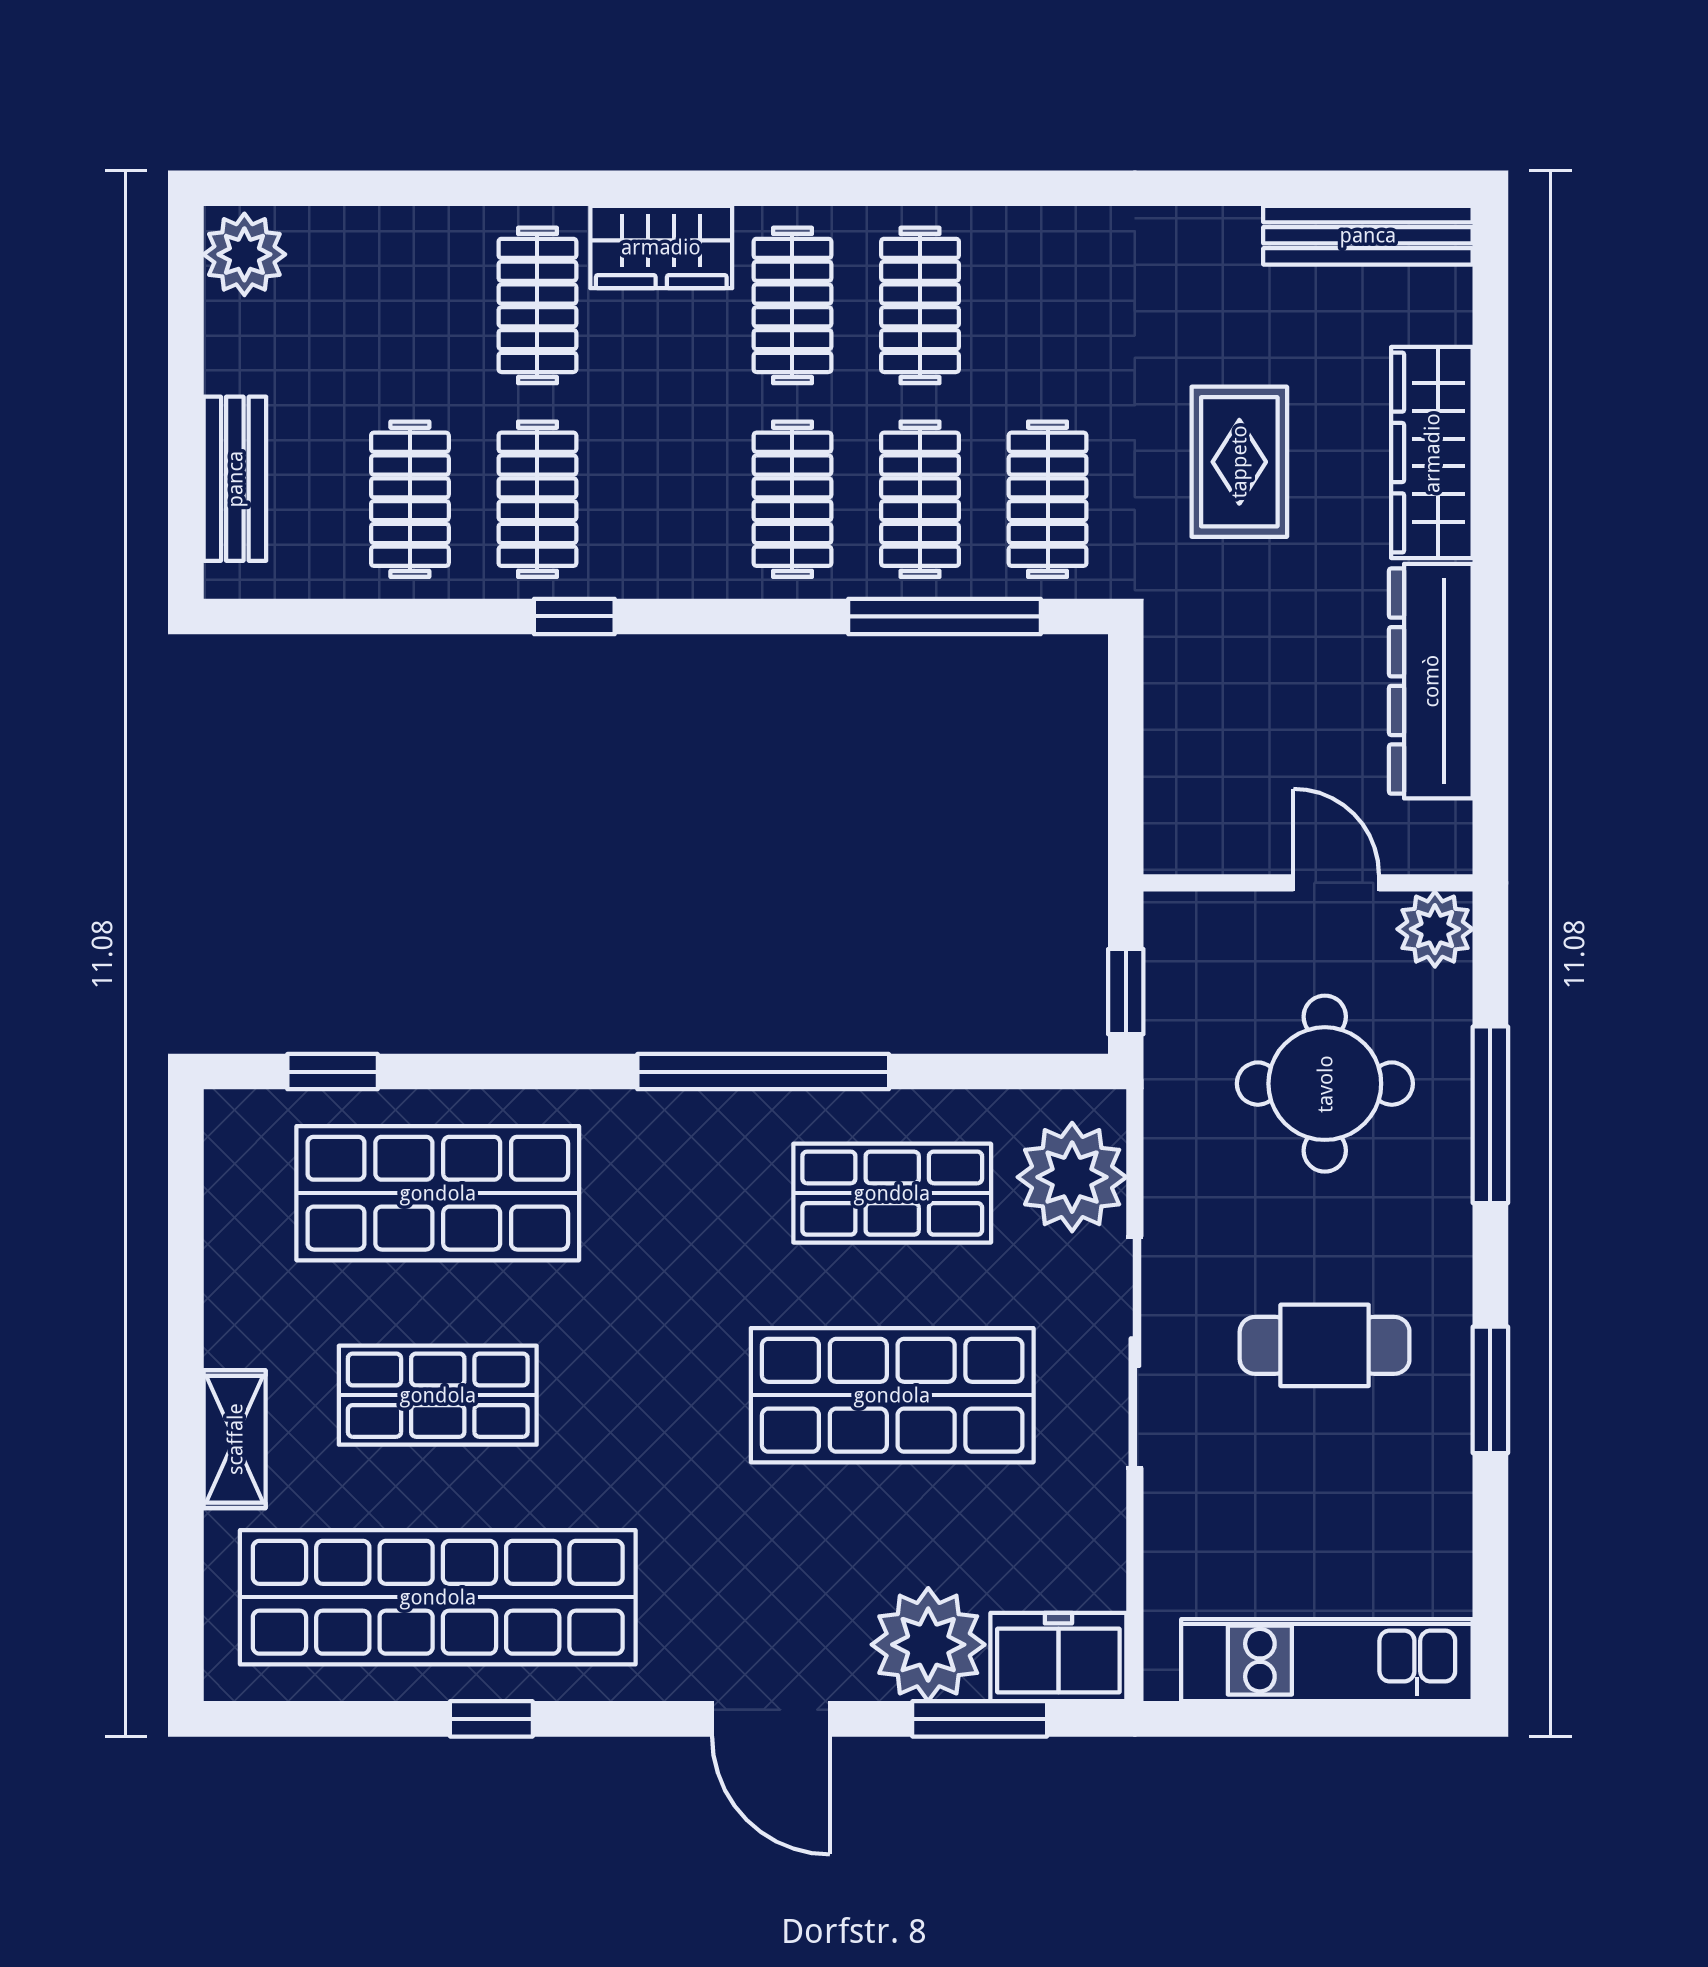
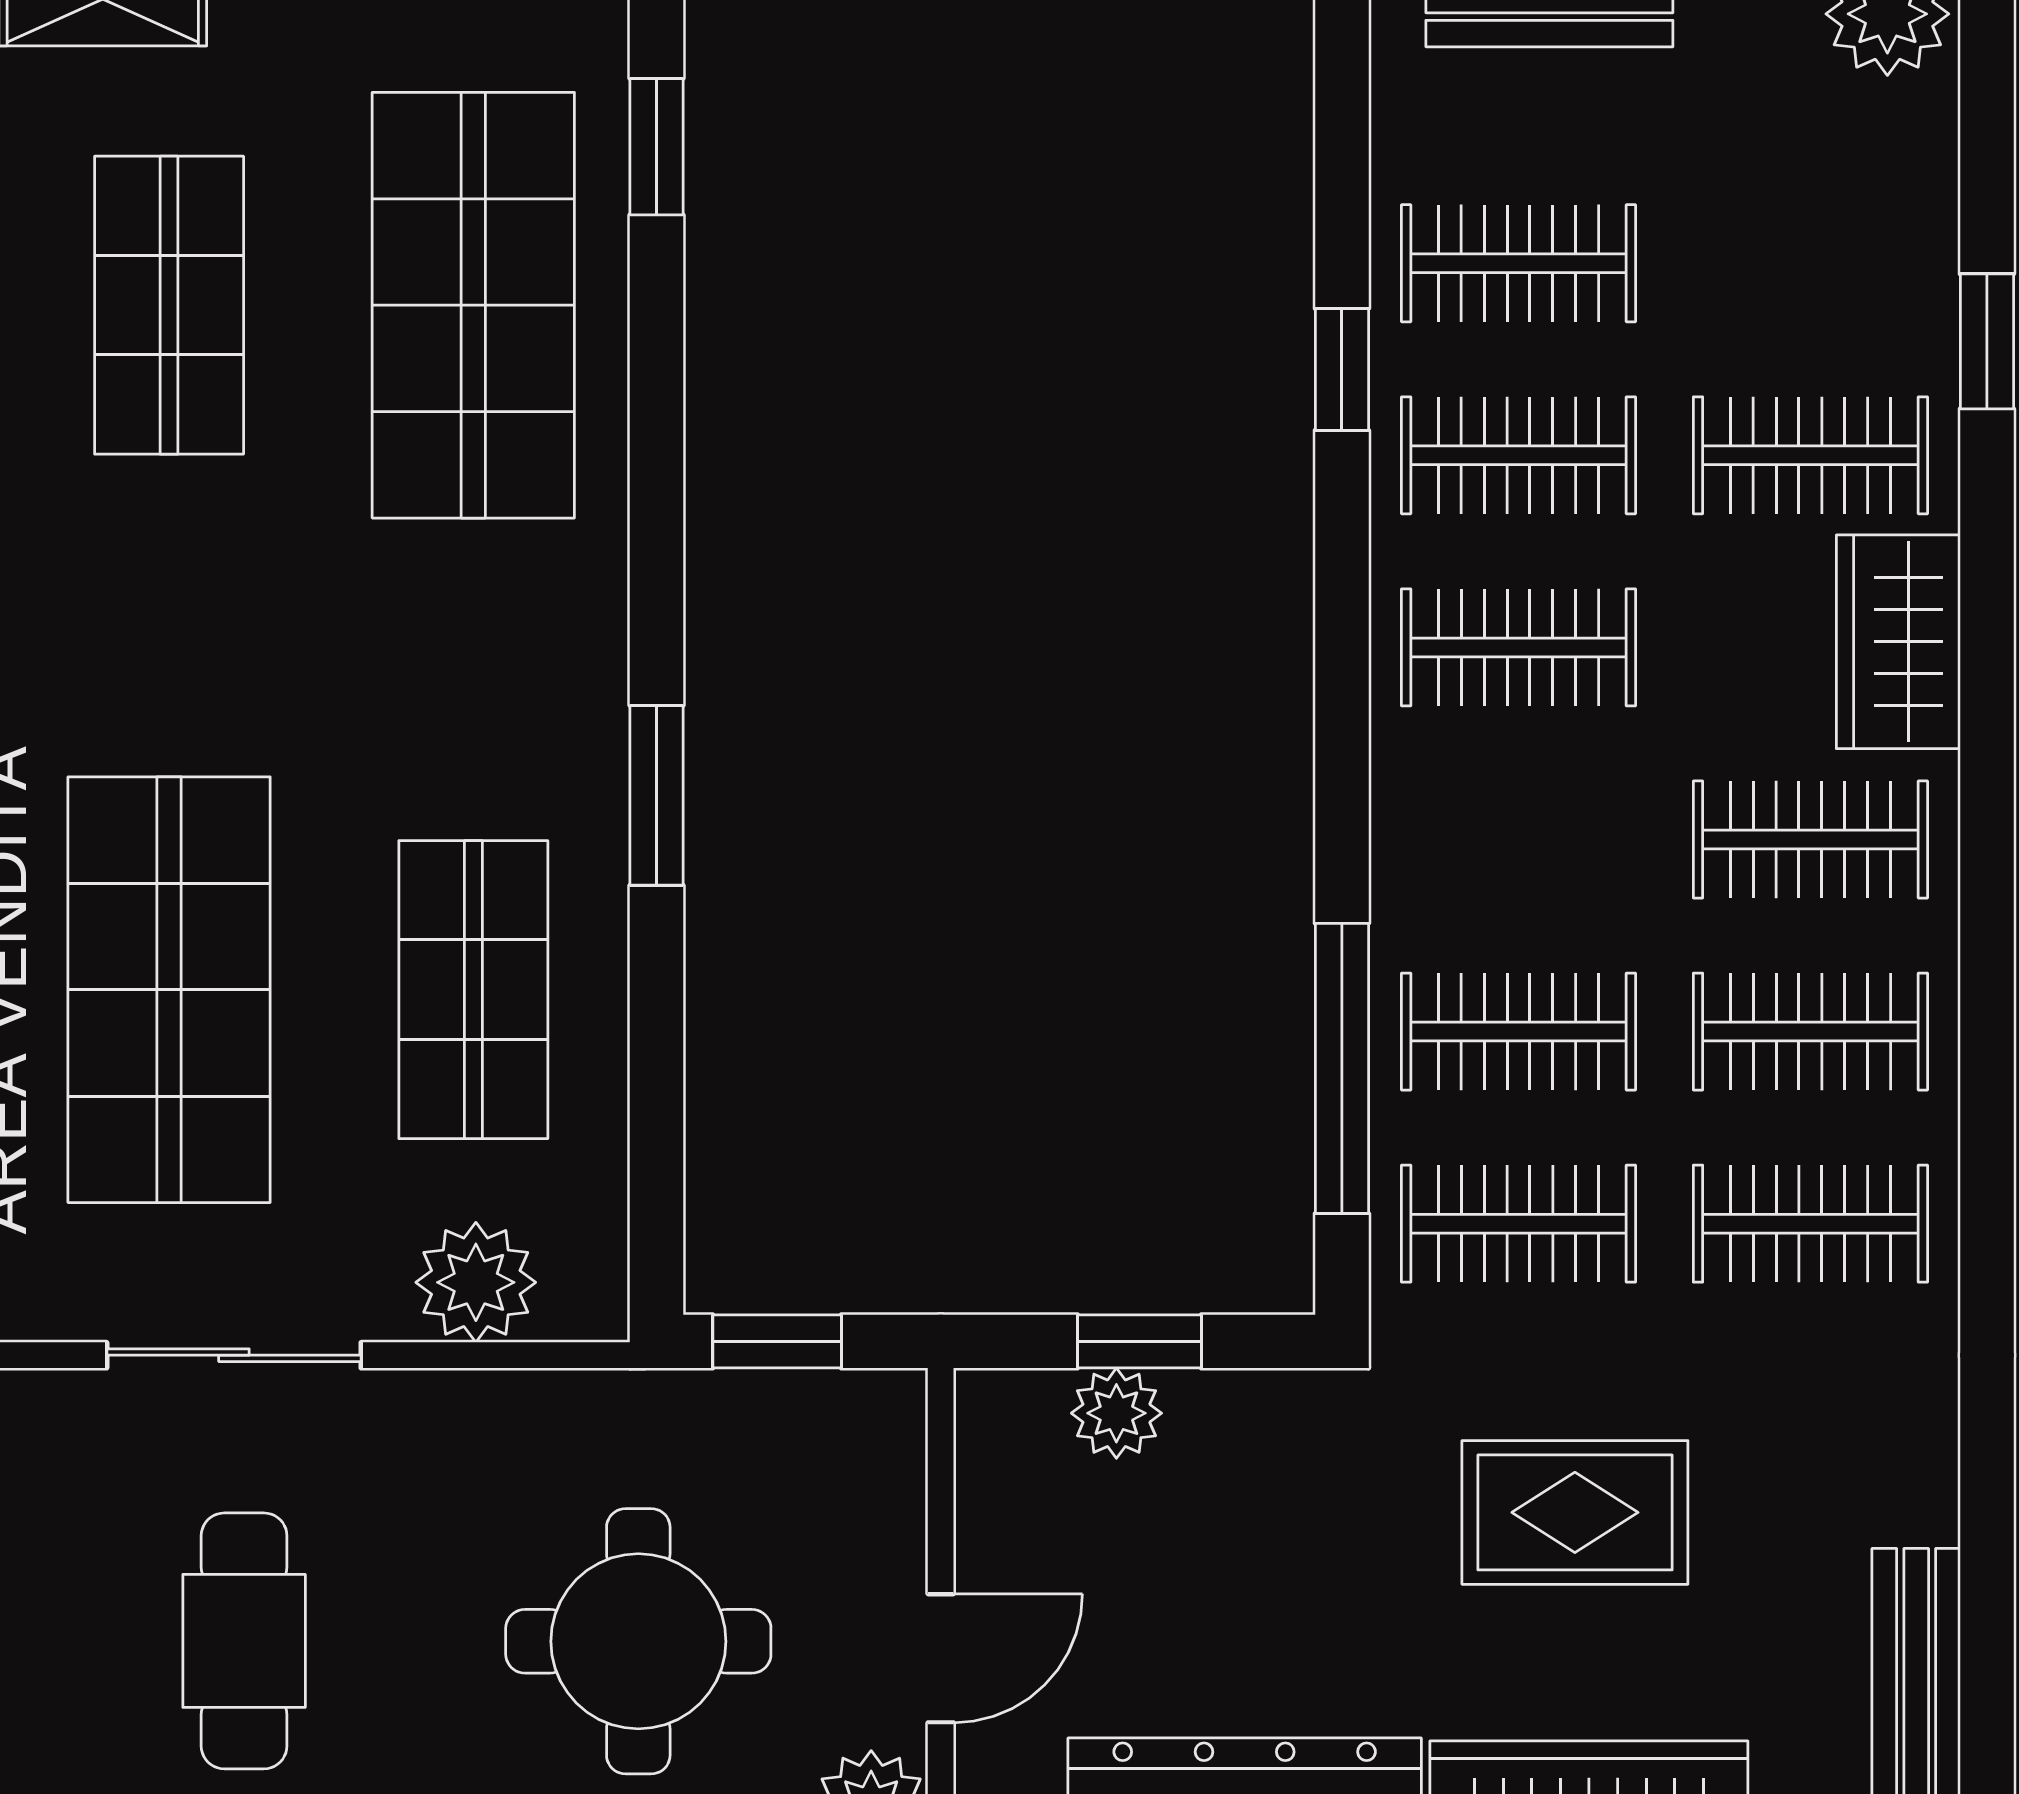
window: (462, 188) -> (1987, 341), added
clothes rail: (1048, 305) -> (1810, 1224), added
clothes rail: (792, 499) -> (1518, 647), moved
window: (574, 616) -> (1342, 369), moved
window: (1126, 751) -> (1139, 1341), added
plant: (1173, 766) -> (1116, 1413), added
window: (763, 1072) -> (657, 795), width x0.47
plant: (1072, 1177) -> (476, 1282), width x0.73, depth x0.73
sliding door: (1135, 1352) -> (234, 1355), width x0.73

